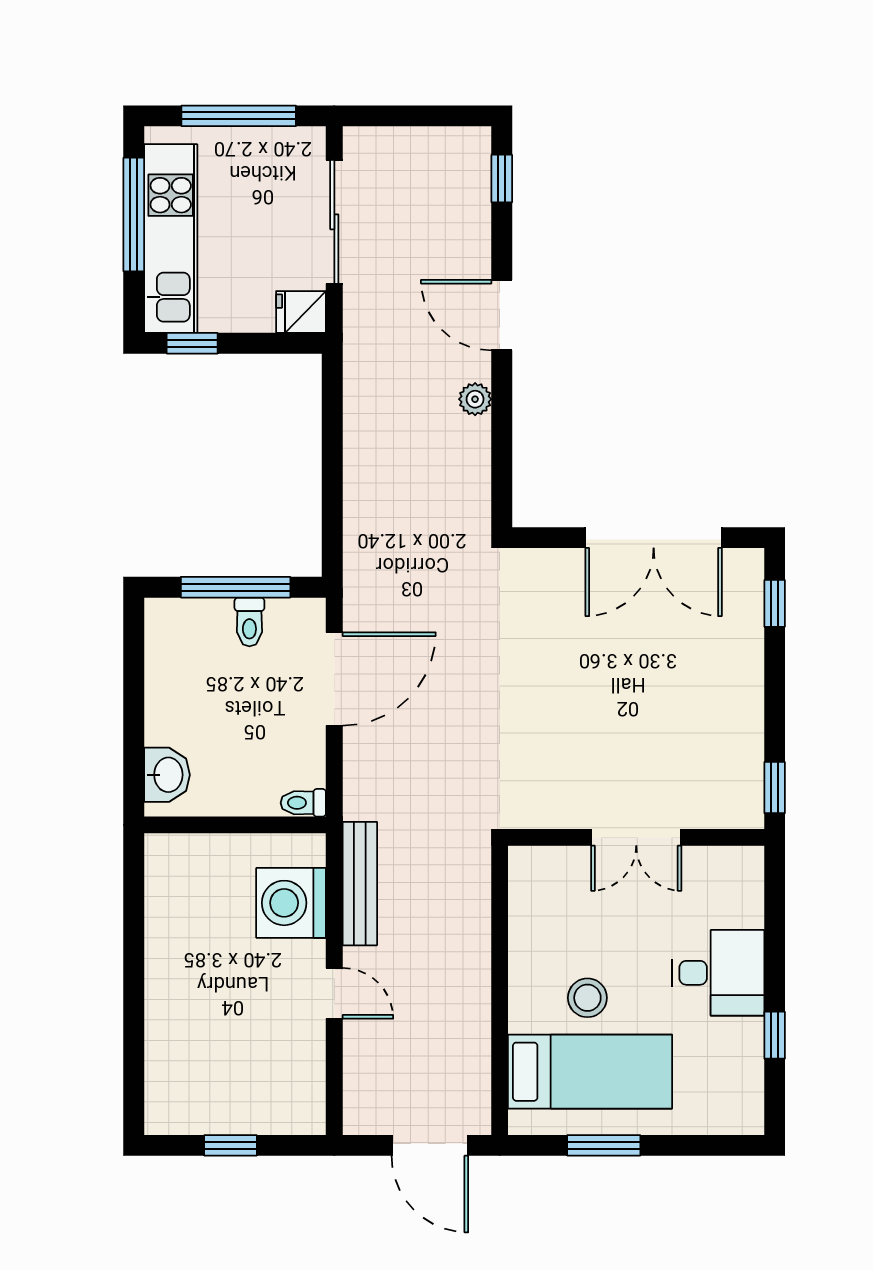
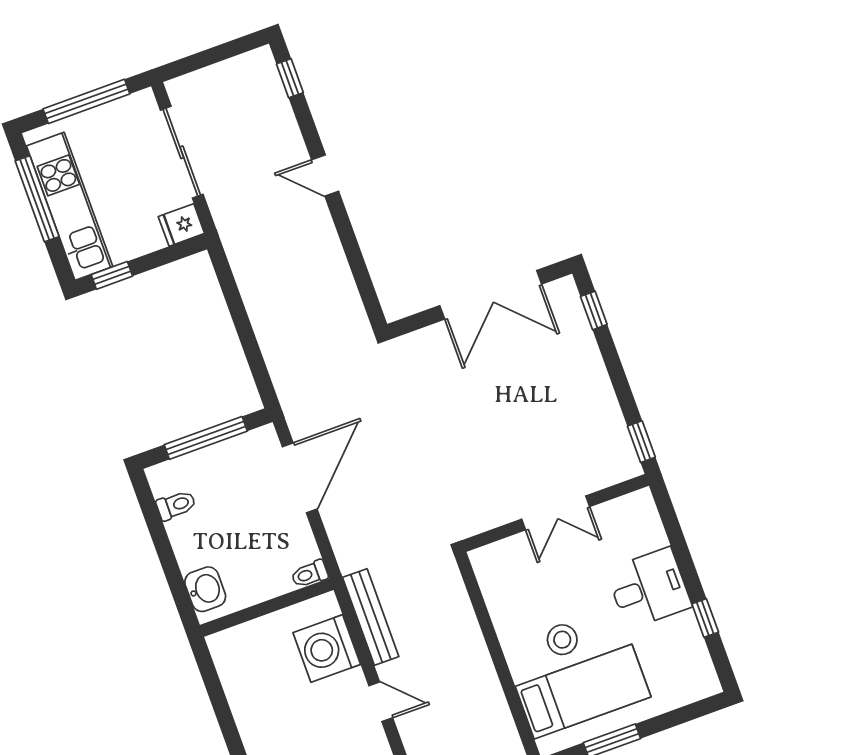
door: (502, 315) -> (325, 175), width x0.73
plant: (475, 399) -> (328, 242), removed
toilet: (249, 622) -> (176, 505), moved, turned -90

